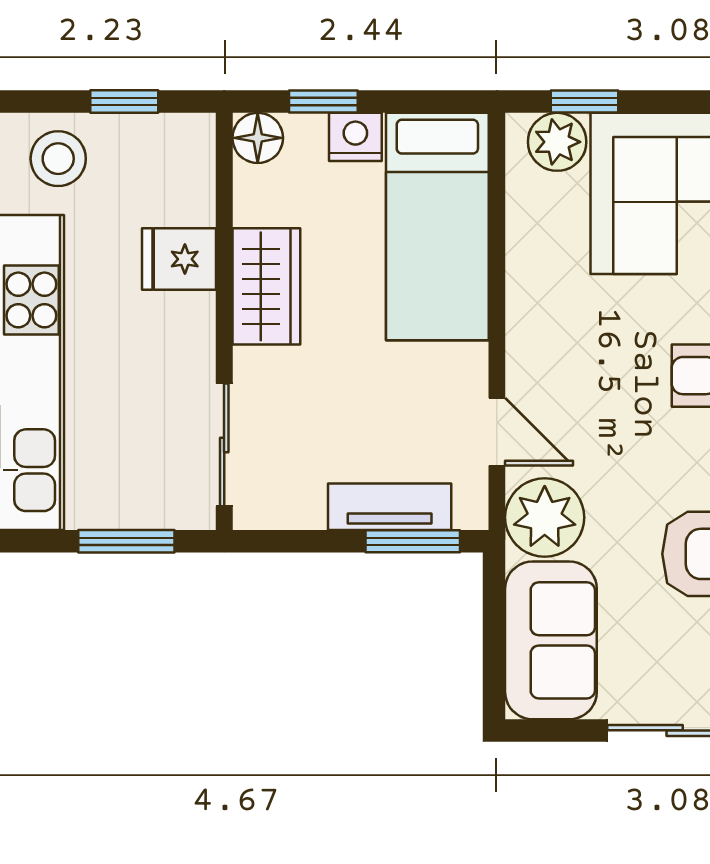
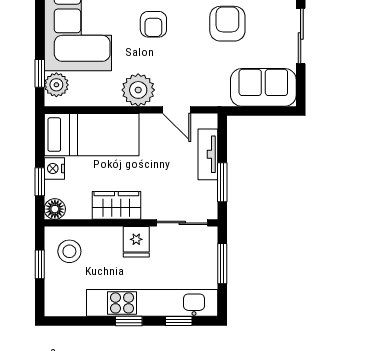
stool: (58, 159) -> (69, 251), moved
fridge: (179, 259) -> (136, 242), moved
door: (497, 432) -> (177, 110), swing flipped
plant: (545, 517) -> (138, 90), moved
window: (413, 541) -> (222, 182), moved

